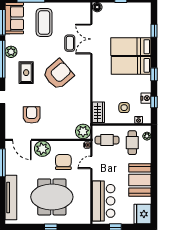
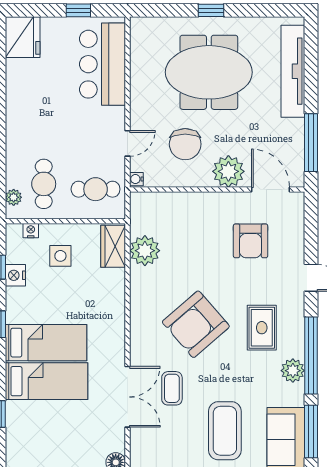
plant: (83, 131) -> (145, 251), moved
booth: (140, 180) -> (28, 107), removed

